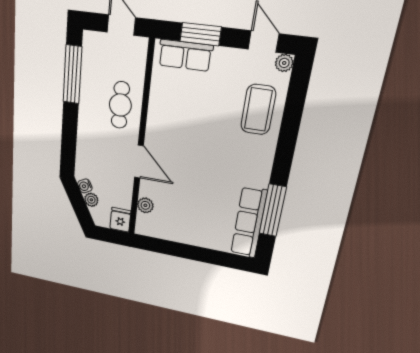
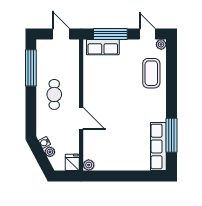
window: (201, 34) -> (110, 34), width x1.44
cafe table: (120, 105) -> (54, 94), moved
plant: (145, 205) -> (89, 165), moved

